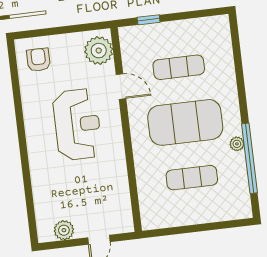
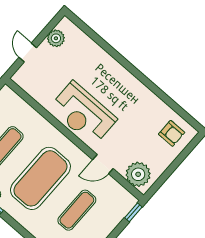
window: (149, 20) -> (133, 212), moved
reception desk: (77, 124) -> (83, 113), moved

